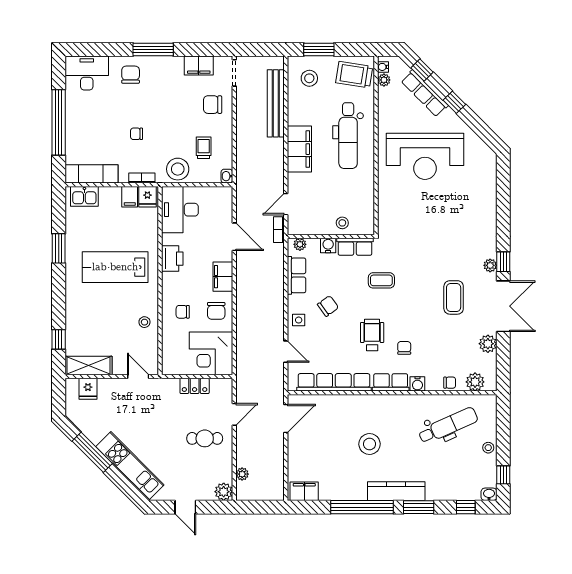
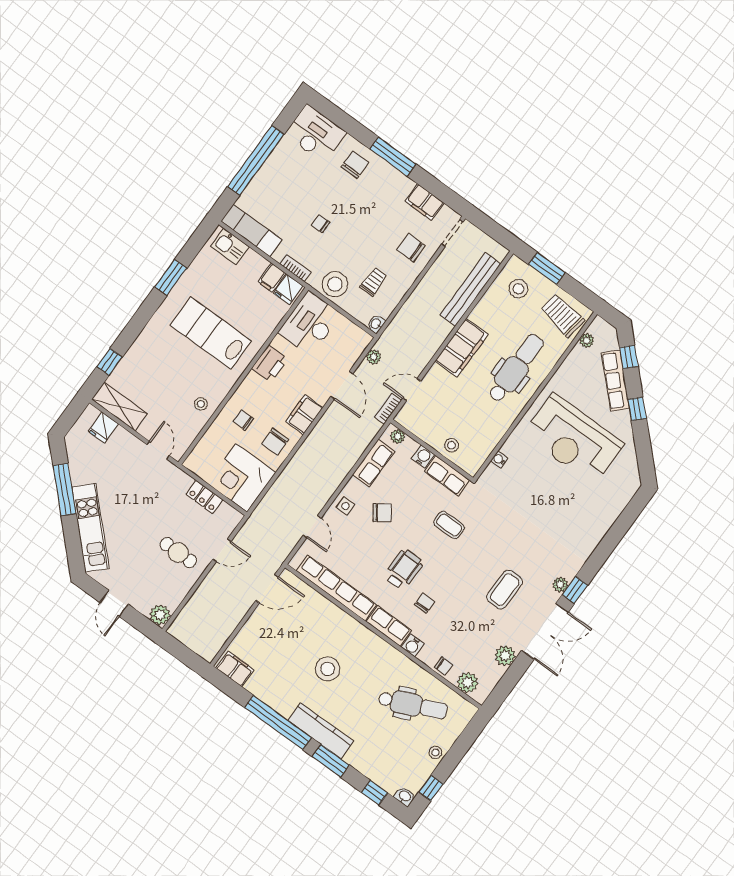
water cooler: (383, 67) -> (499, 459), moved
dental chair: (348, 136) -> (516, 368), turned 180
plant: (242, 474) -> (374, 357), moved

